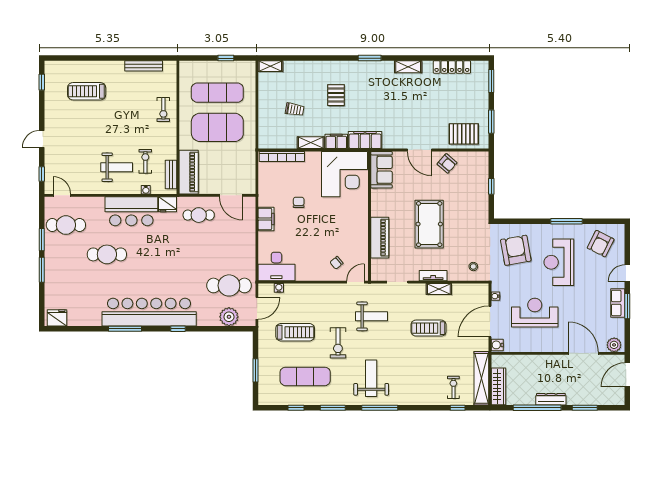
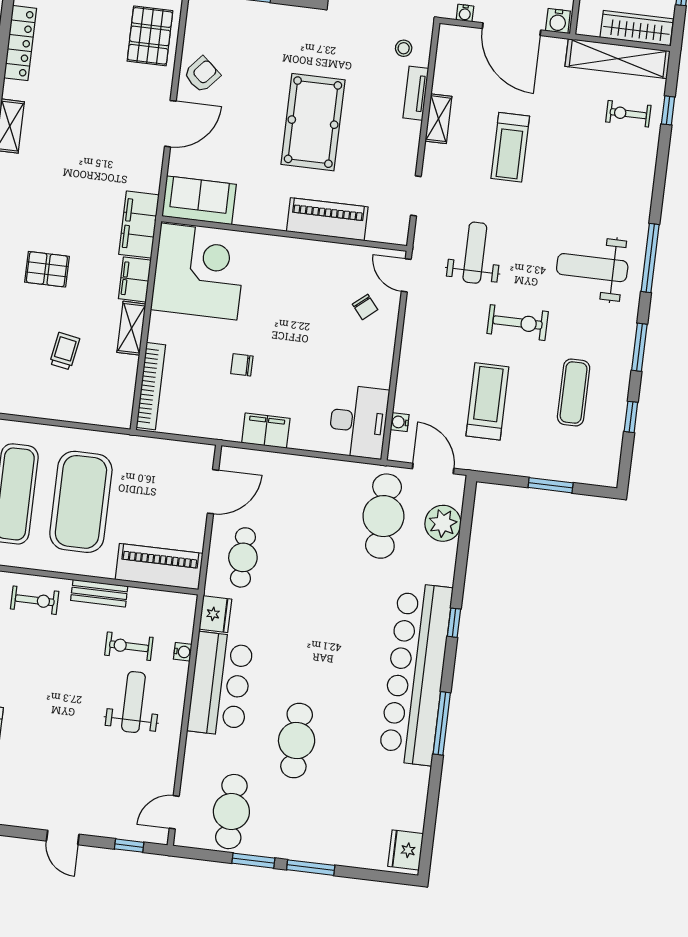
bench: (171, 175) -> (99, 593), moved
pool table: (429, 224) -> (313, 122), turned 90
tv unit: (433, 276) -> (416, 93), moved
exercise mat: (305, 376) -> (574, 392), width x0.73, depth x0.69

